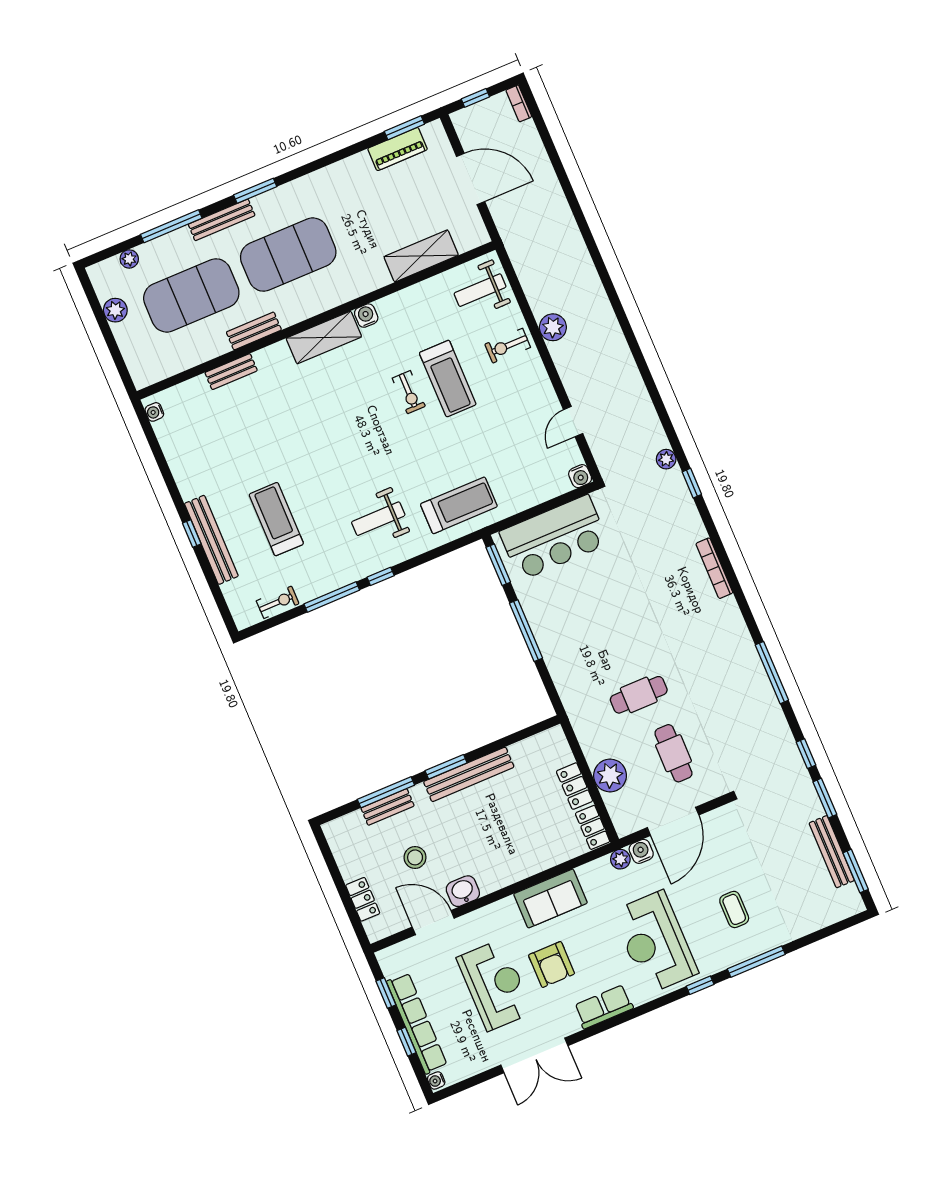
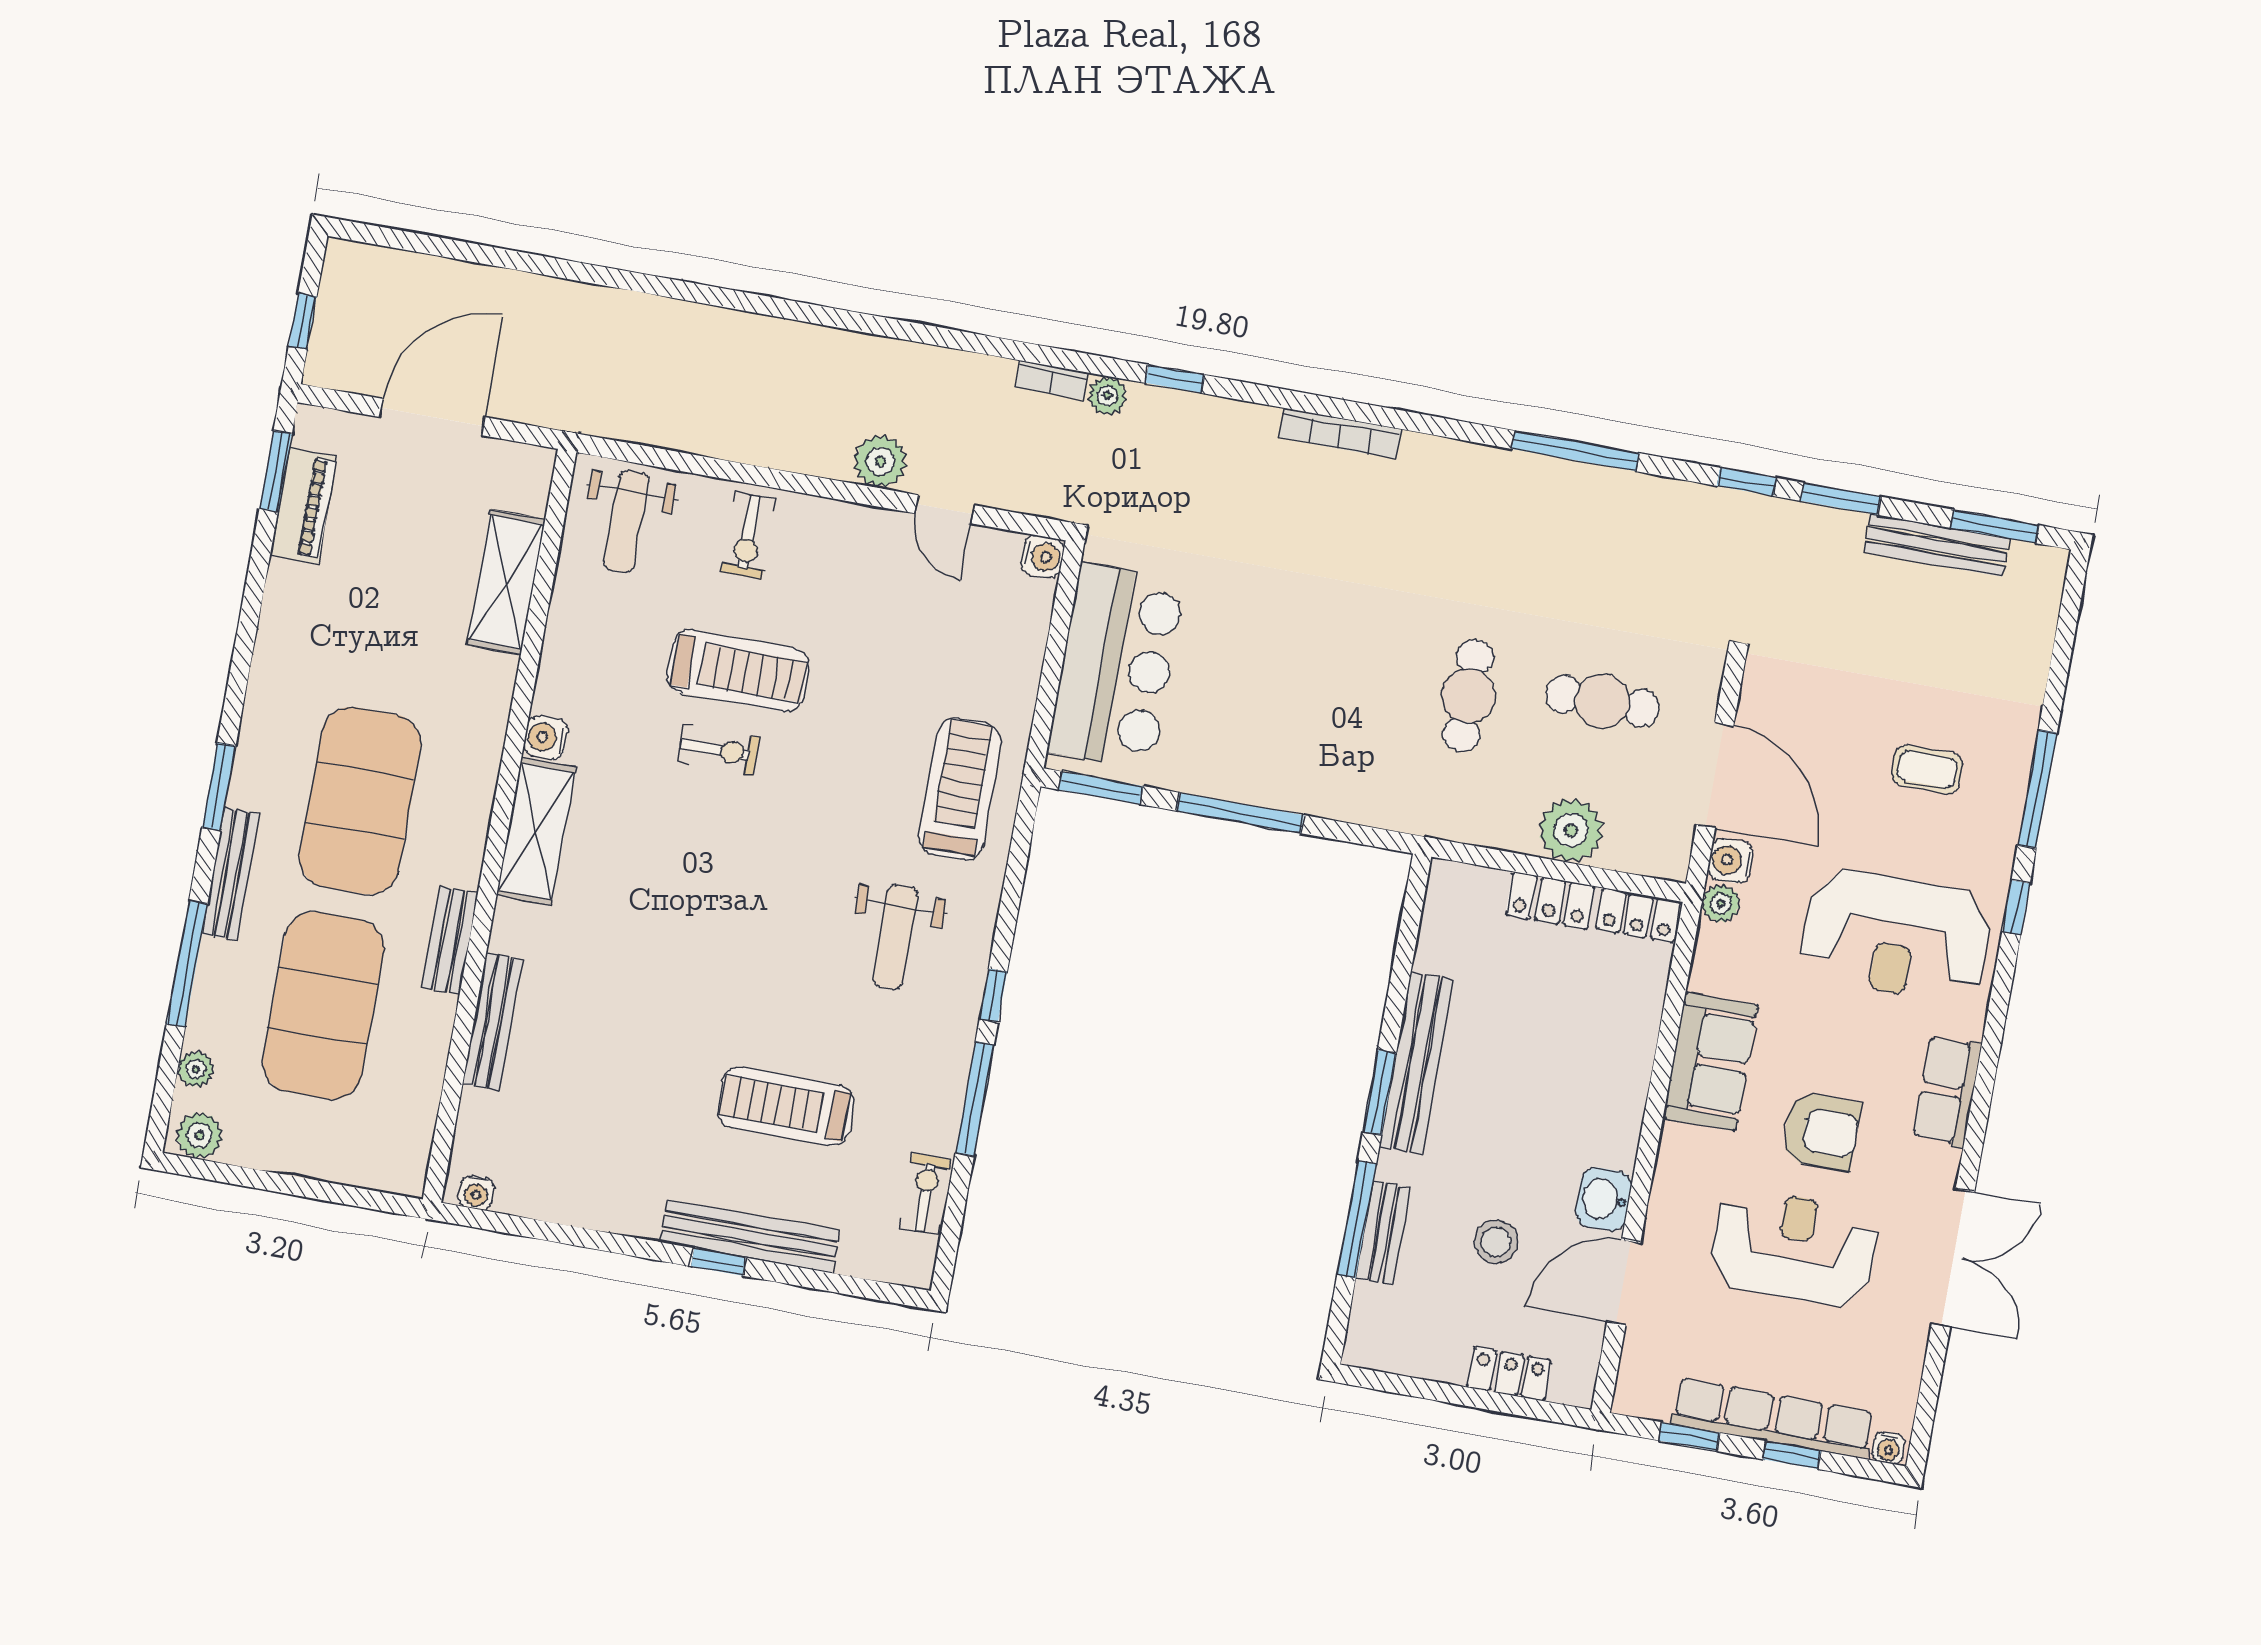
bookcase: (519, 103) -> (1052, 380), moved
plant: (115, 310) -> (199, 1135), moved
plant: (553, 327) -> (880, 461), moved
bench: (231, 372) -> (492, 1022), width x1.36

